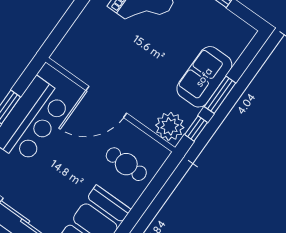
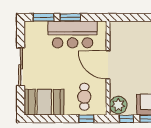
window: (158, 183) -> (86, 119), added

